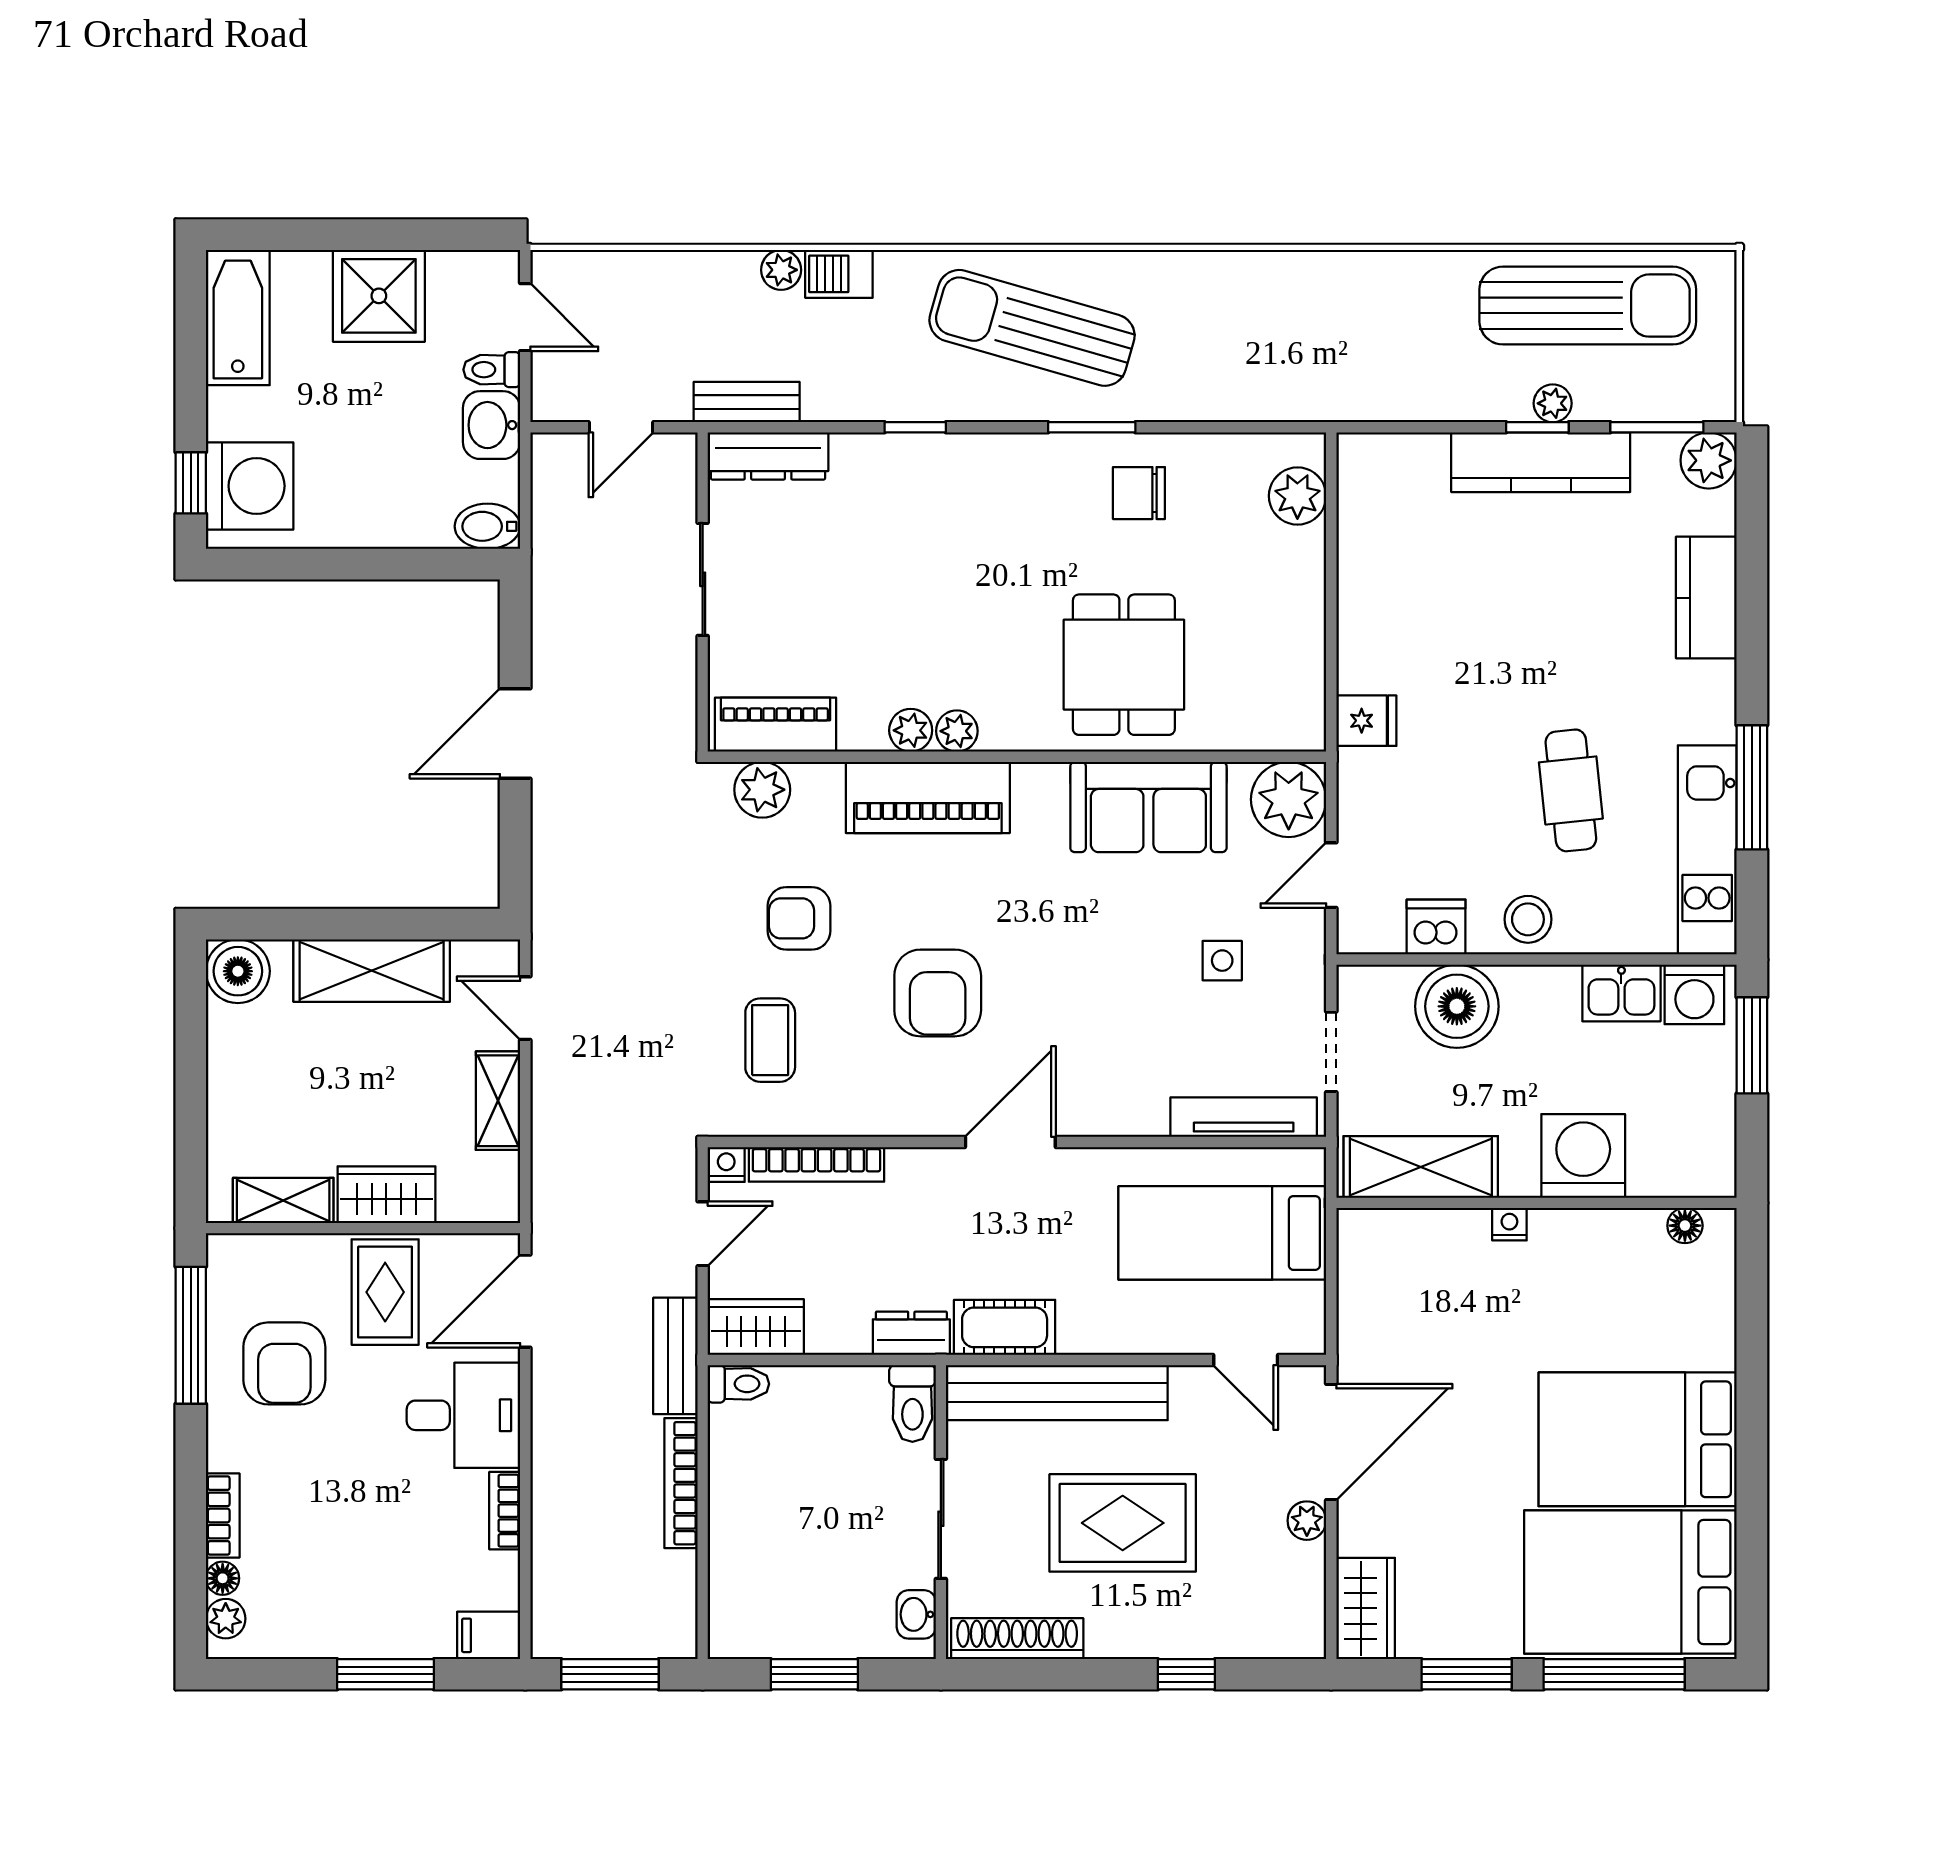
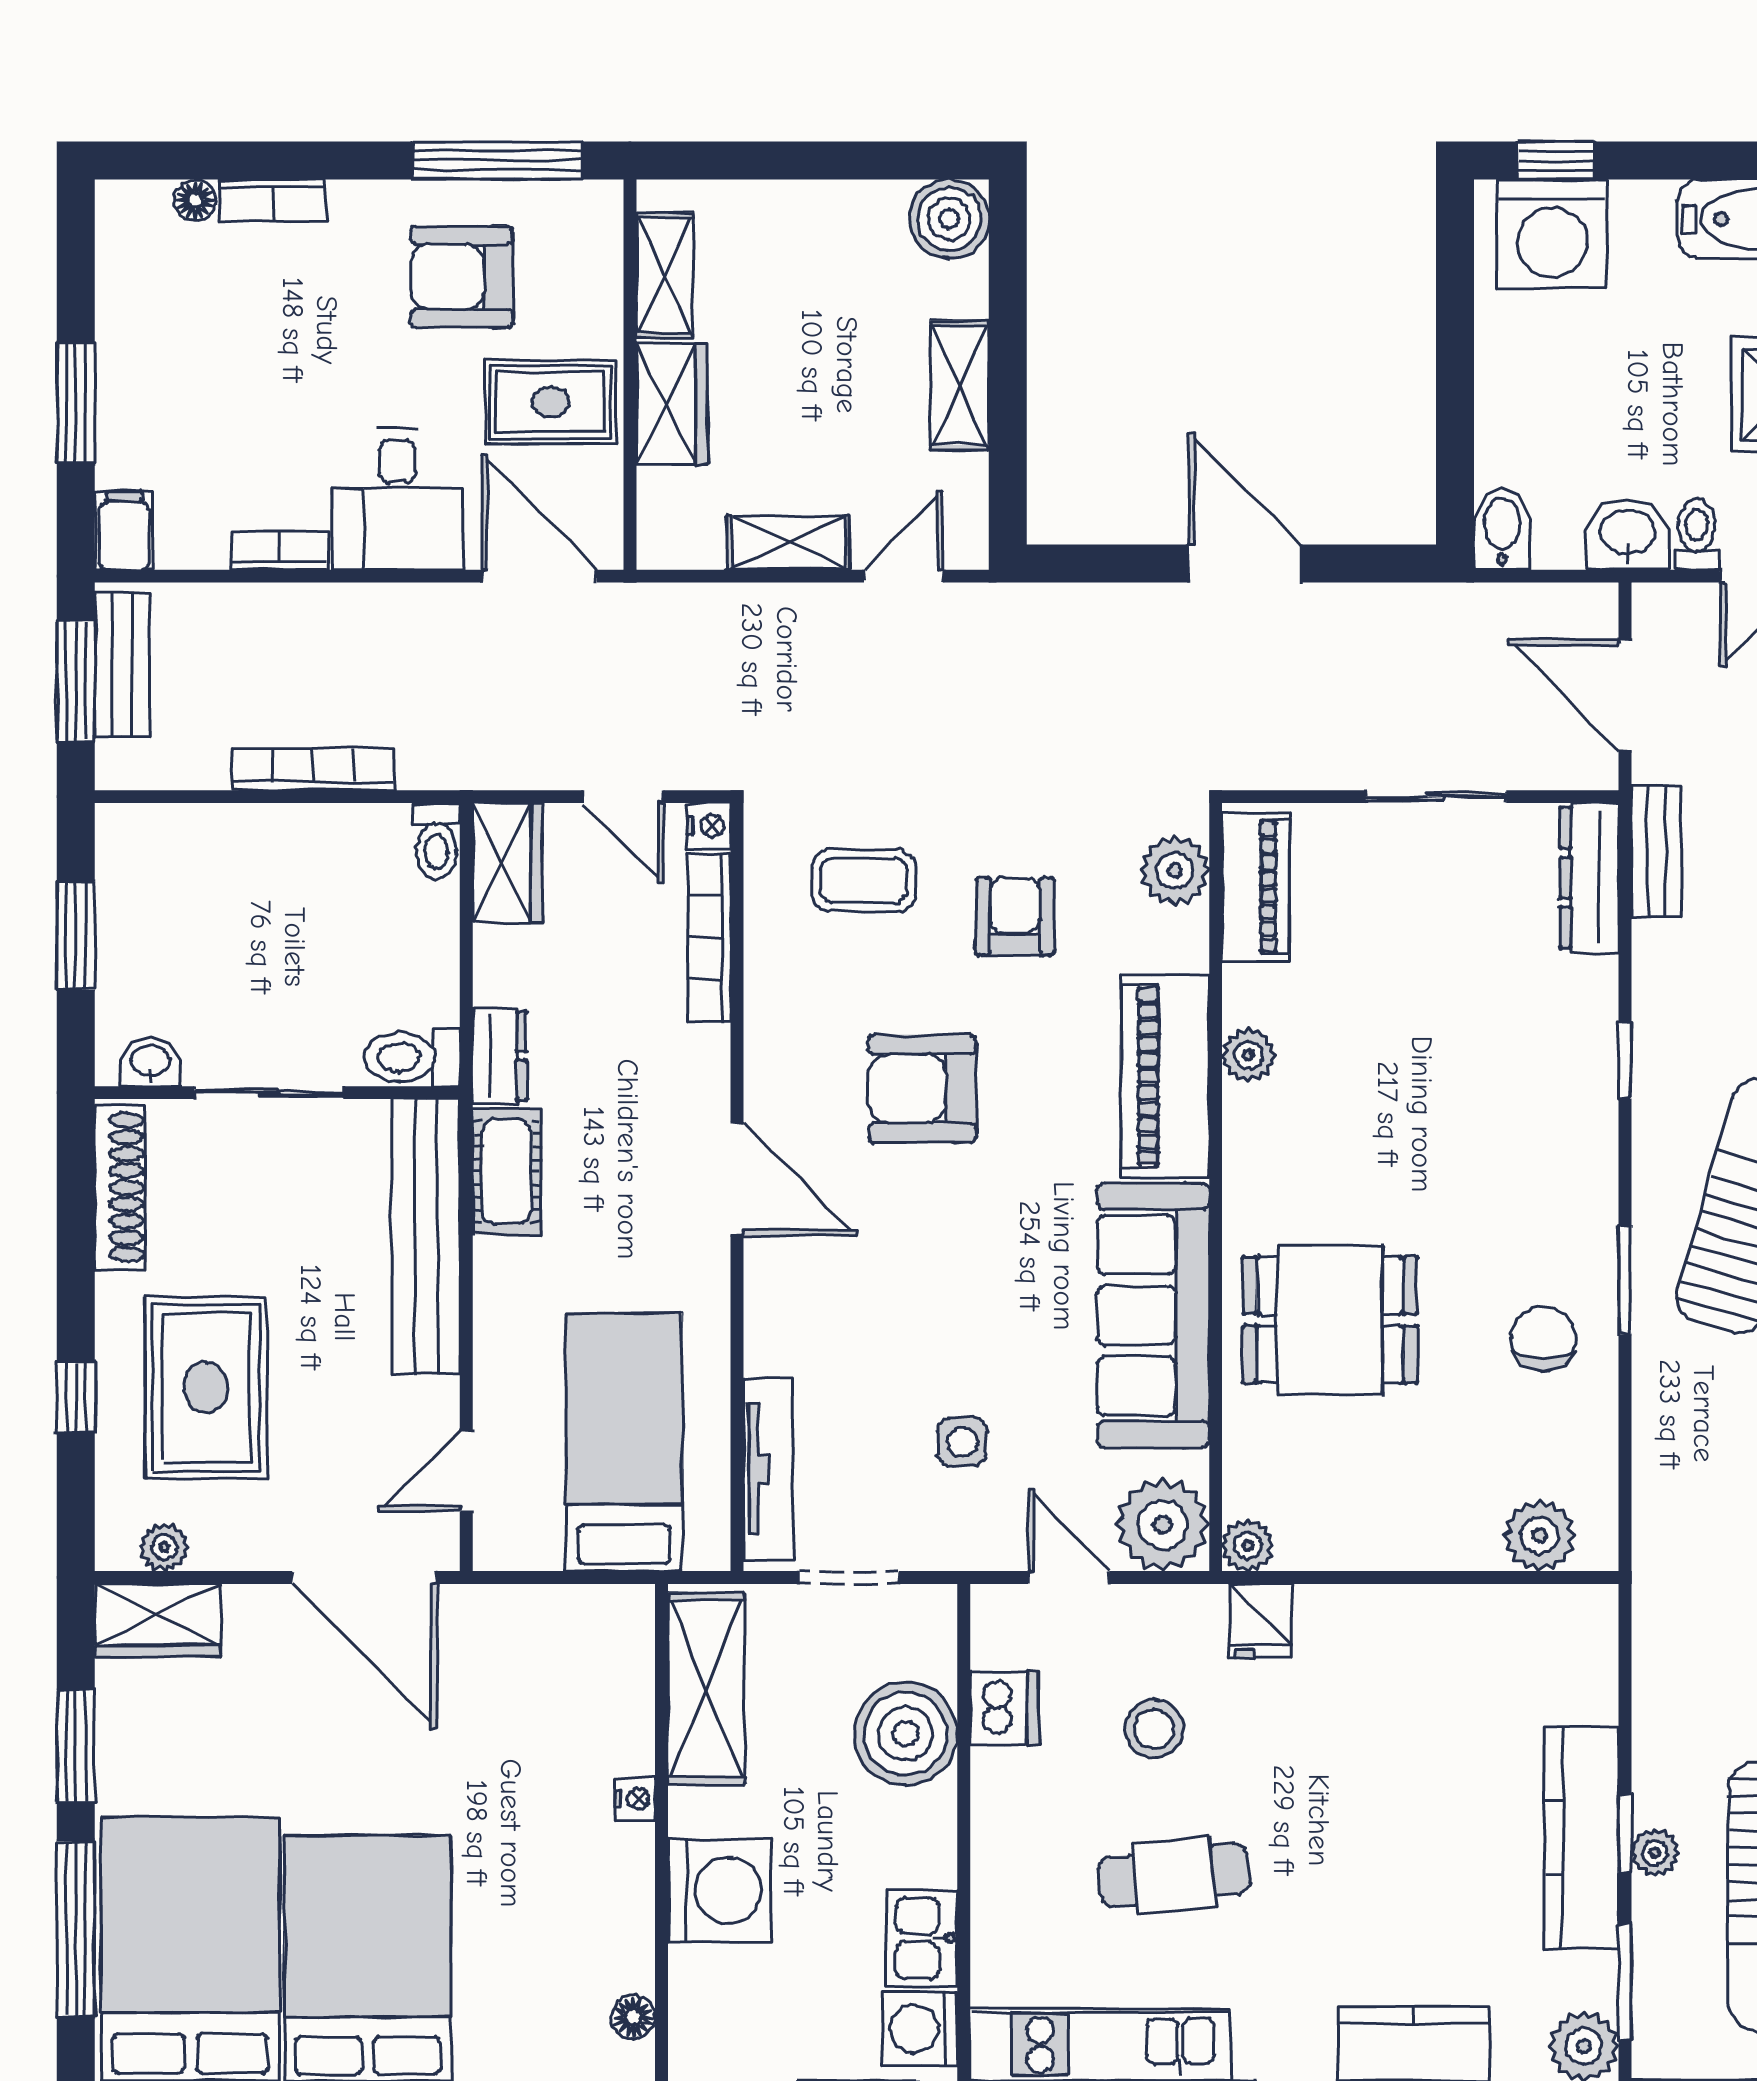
door: (621, 427) -> (1625, 695), width x1.37
plant: (957, 731) -> (1248, 1545), moved
sofa: (1148, 807) -> (1153, 1315), width x1.36
stool: (1528, 919) -> (1154, 1729), moved
shelving: (372, 971) -> (960, 385), width x0.67, depth x0.75
bench: (675, 1356) -> (122, 665), moved, turned 90
plant: (1307, 1521) -> (164, 1547), moved
rug: (1123, 1523) -> (206, 1387), moved
plant: (226, 1619) -> (145, 204), removed

